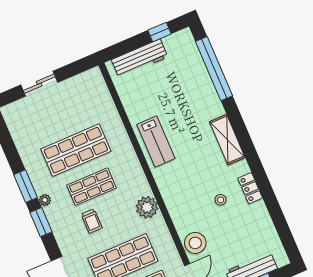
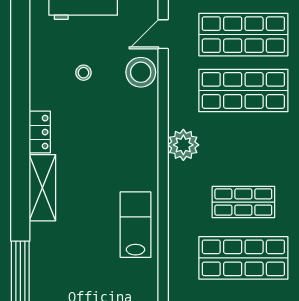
locker: (250, 188) -> (40, 132), moved
stool: (221, 200) -> (83, 73), moved
trolley: (92, 221) -> (262, 158), removed

